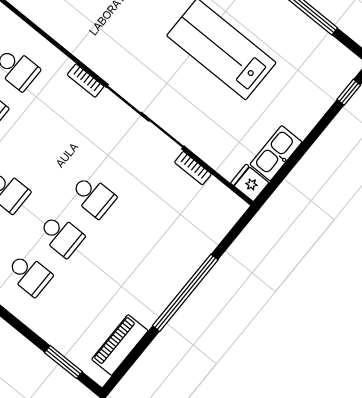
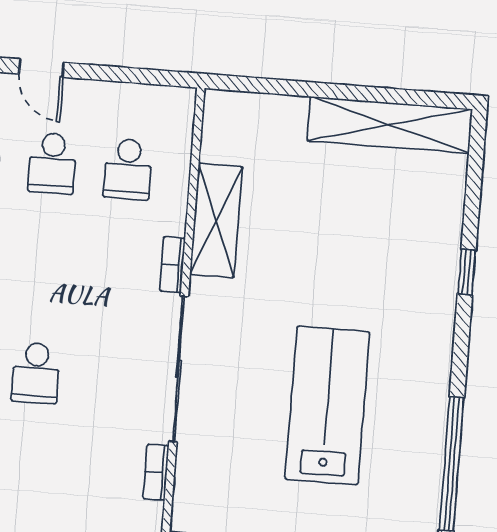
shelving: (78, 40) -> (216, 220), added

